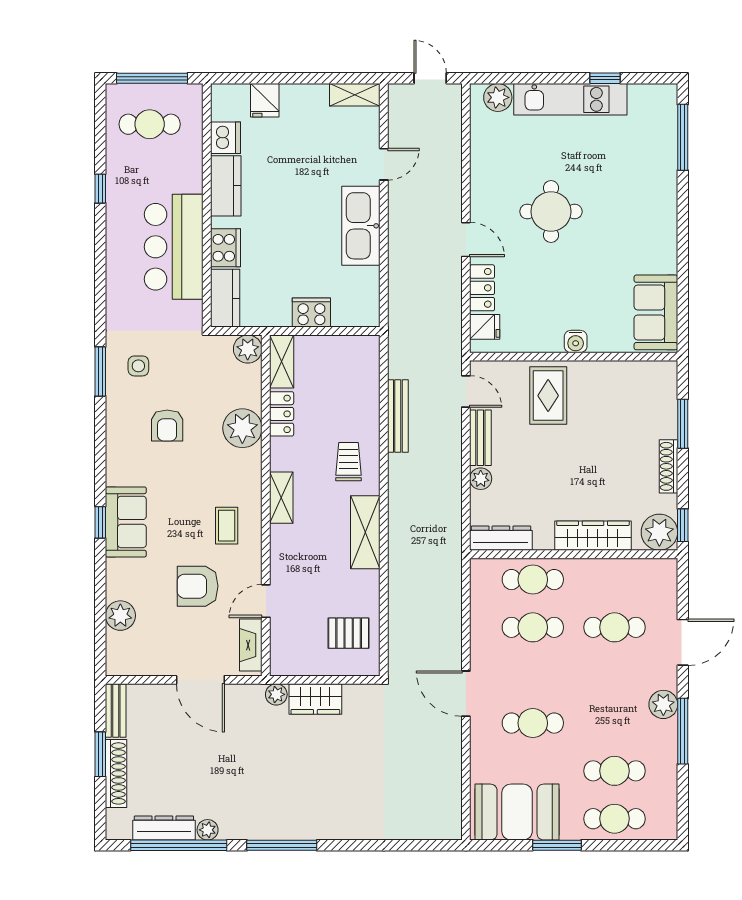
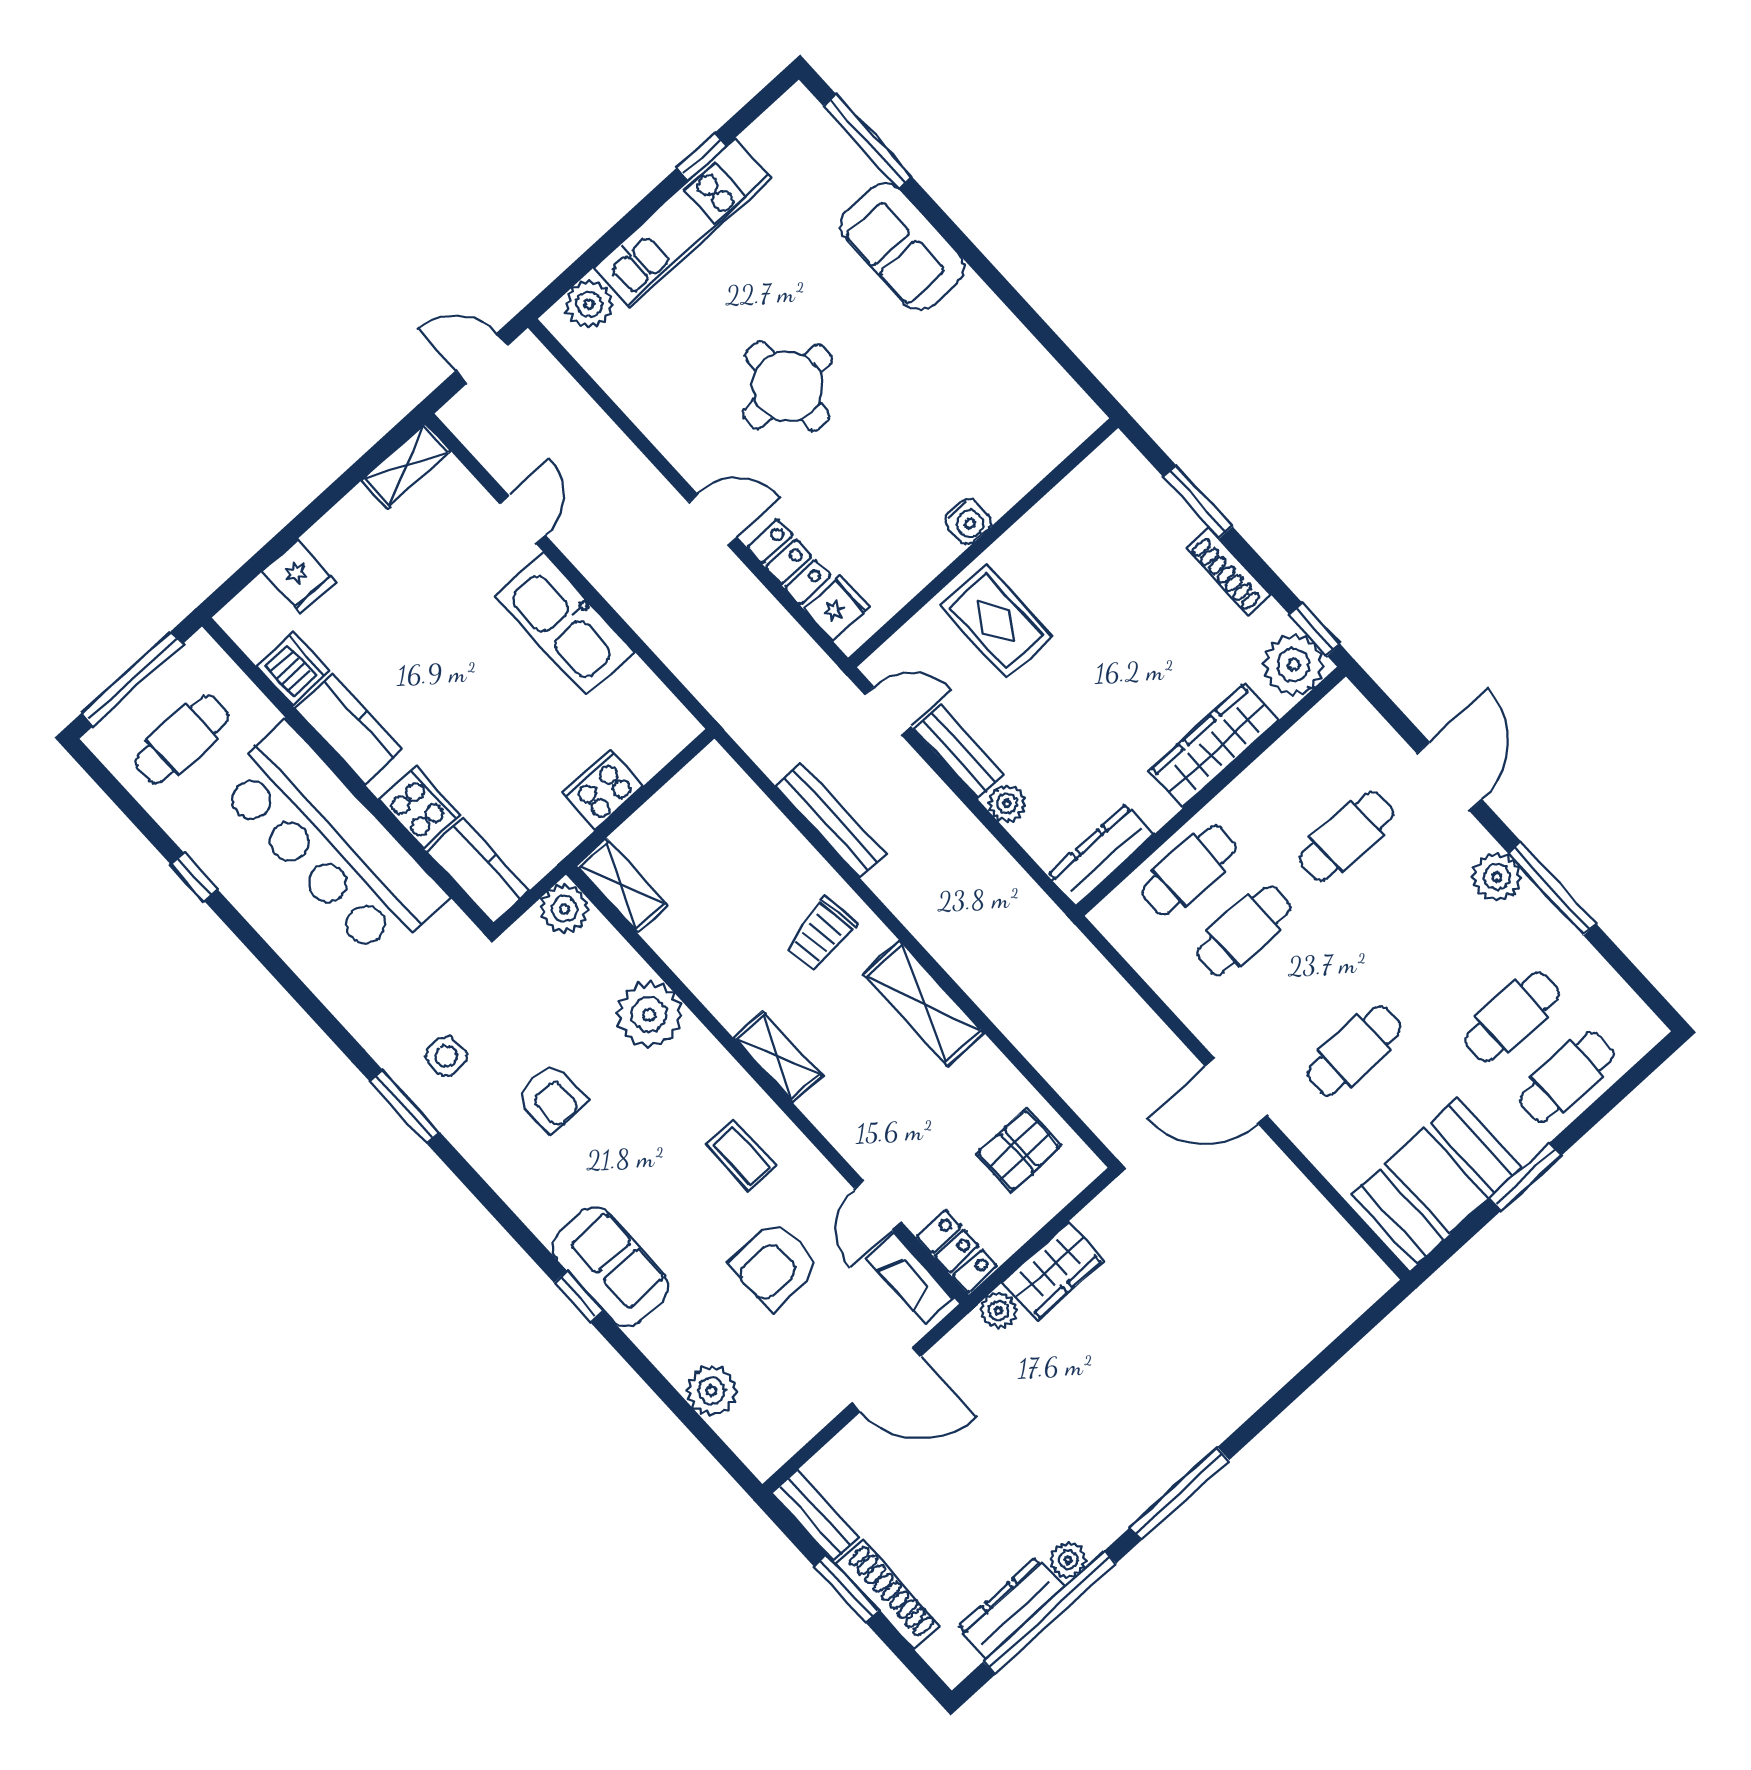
bar counter: (174, 247) -> (331, 841), width x1.36
sofa: (656, 312) -> (902, 247), moved
locker: (282, 414) -> (957, 1251), moved
trolley: (349, 462) -> (821, 934), turned -98

